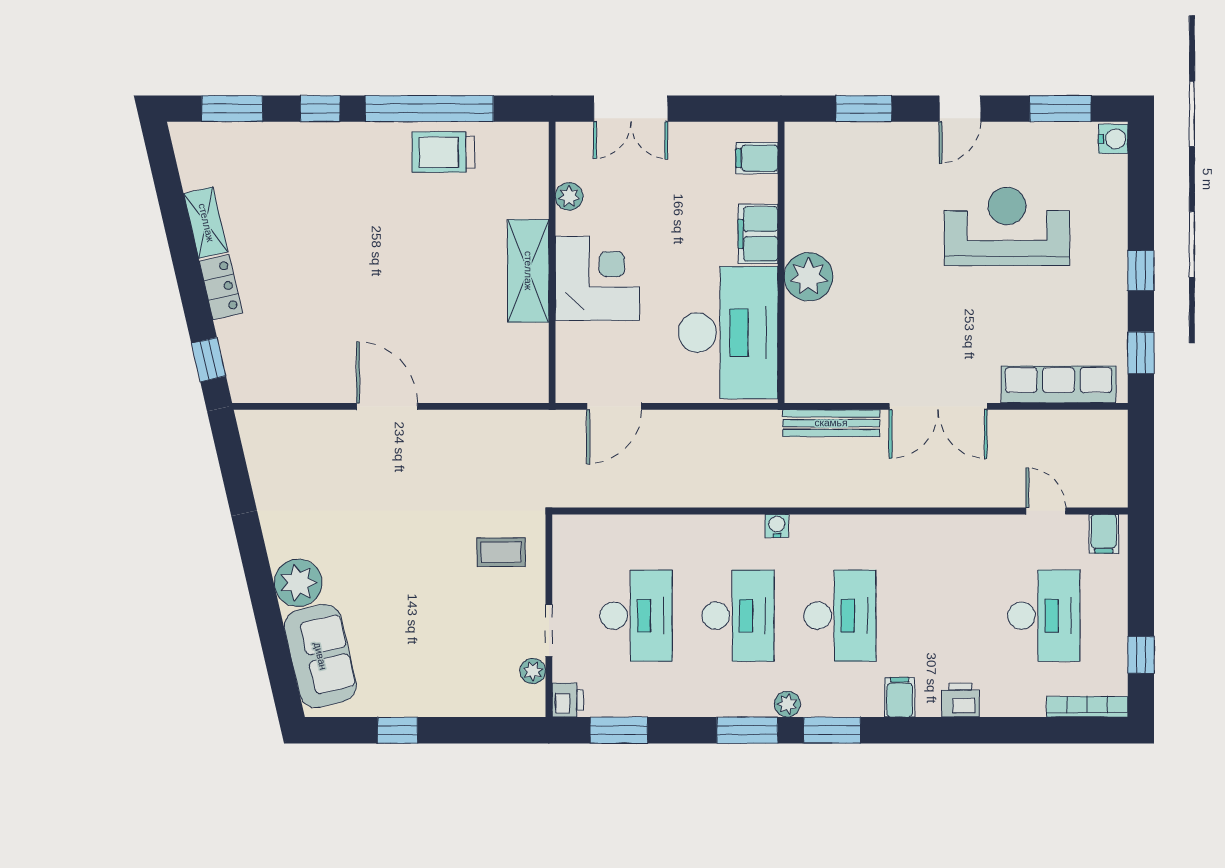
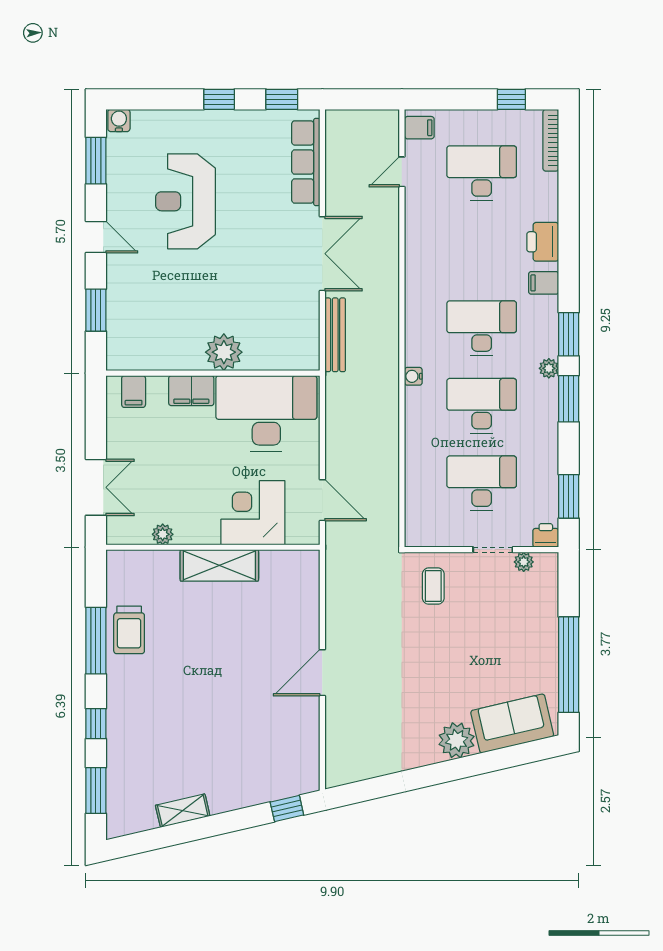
window: (429, 109) -> (96, 641), width x0.68
corner desk: (597, 278) -> (253, 513), moved
locker: (221, 287) -> (232, 799), removed
printer: (960, 700) -> (543, 242), width x1.36, depth x1.24
window: (398, 730) -> (569, 665), width x3.17

